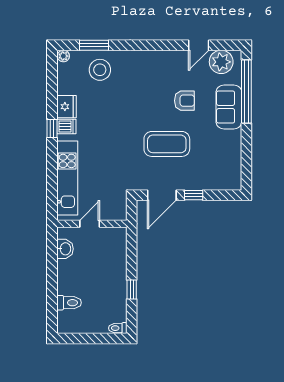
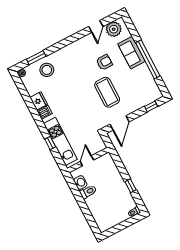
window: (246, 92) -> (148, 59), moved
window: (52, 129) -> (50, 143), moved
coffee table: (167, 144) -> (107, 92), turned 90
window: (194, 195) -> (151, 106), moved
toilet: (69, 303) -> (88, 192), moved

